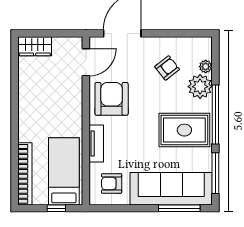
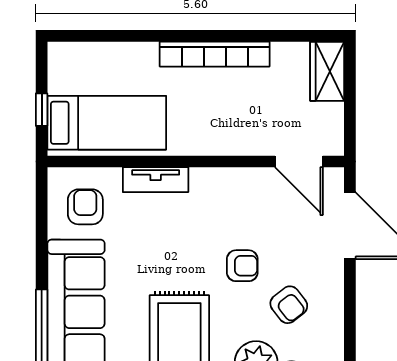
armchair: (112, 99) -> (242, 266), moved, width x0.53, depth x0.53
bookcase: (25, 174) -> (215, 54), moved

